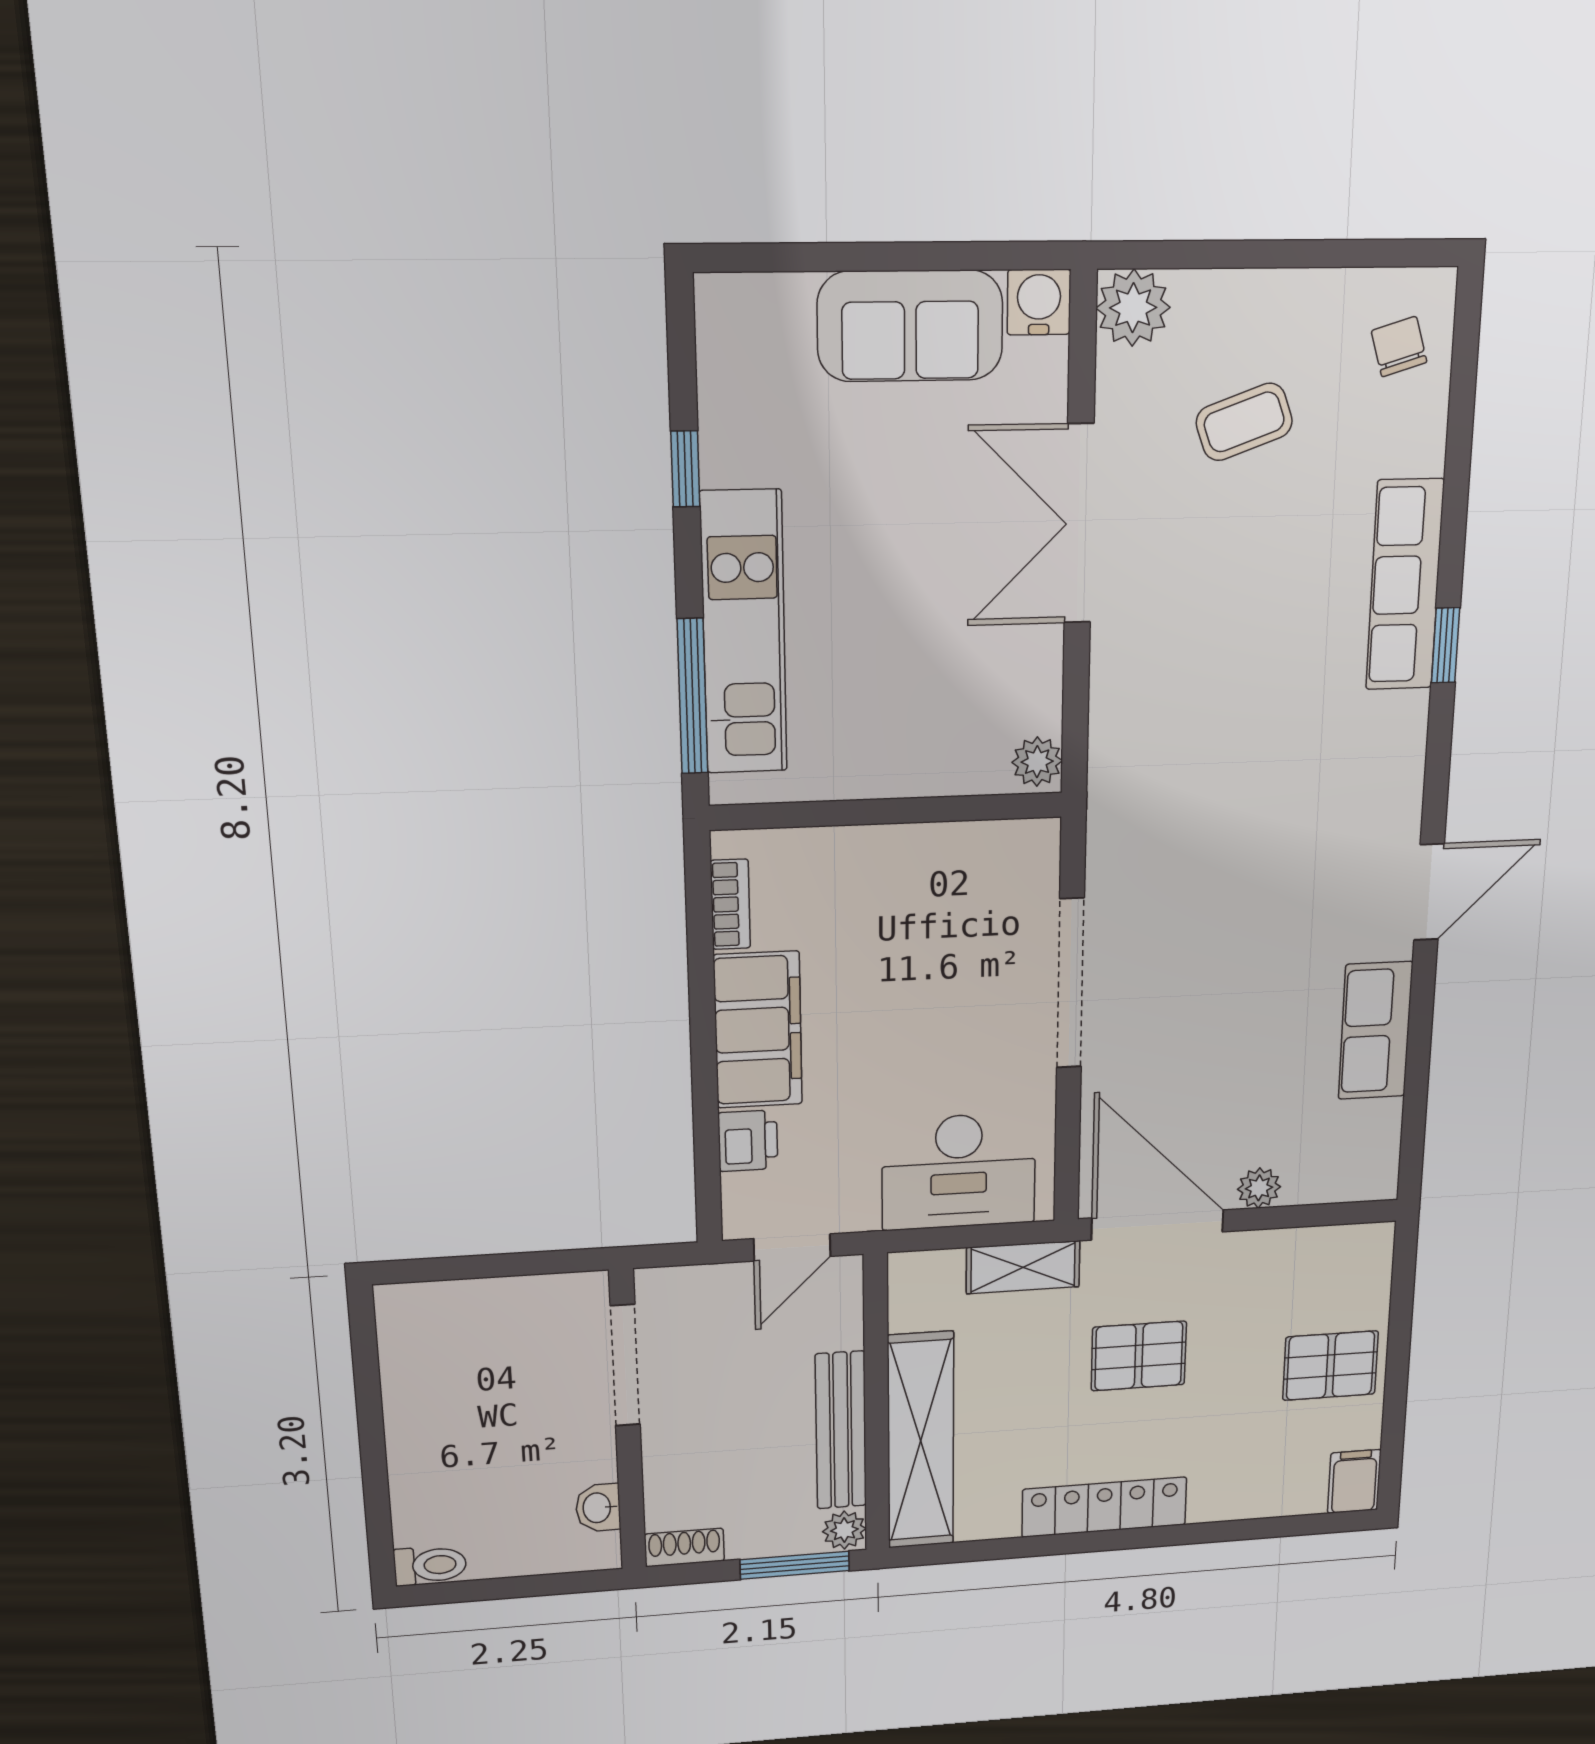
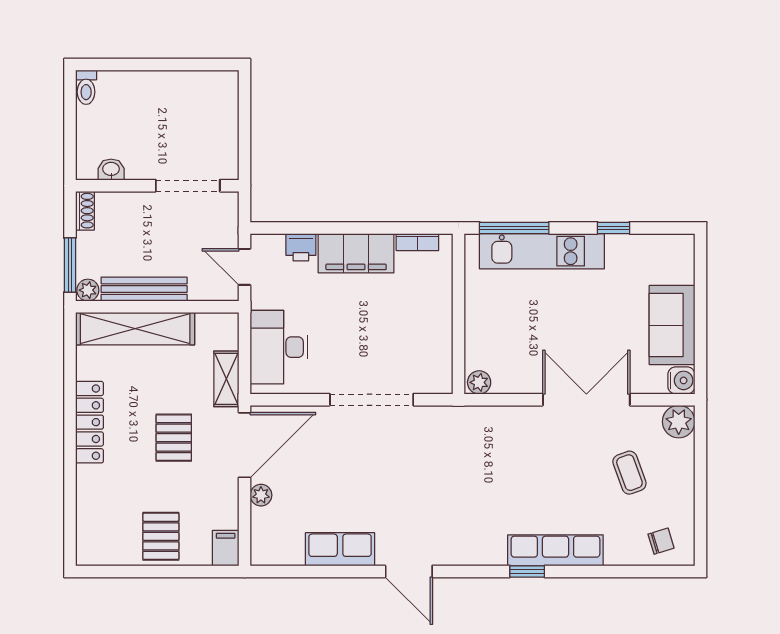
filing cabinet: (1354, 1481) -> (226, 548), moved, turned -90

